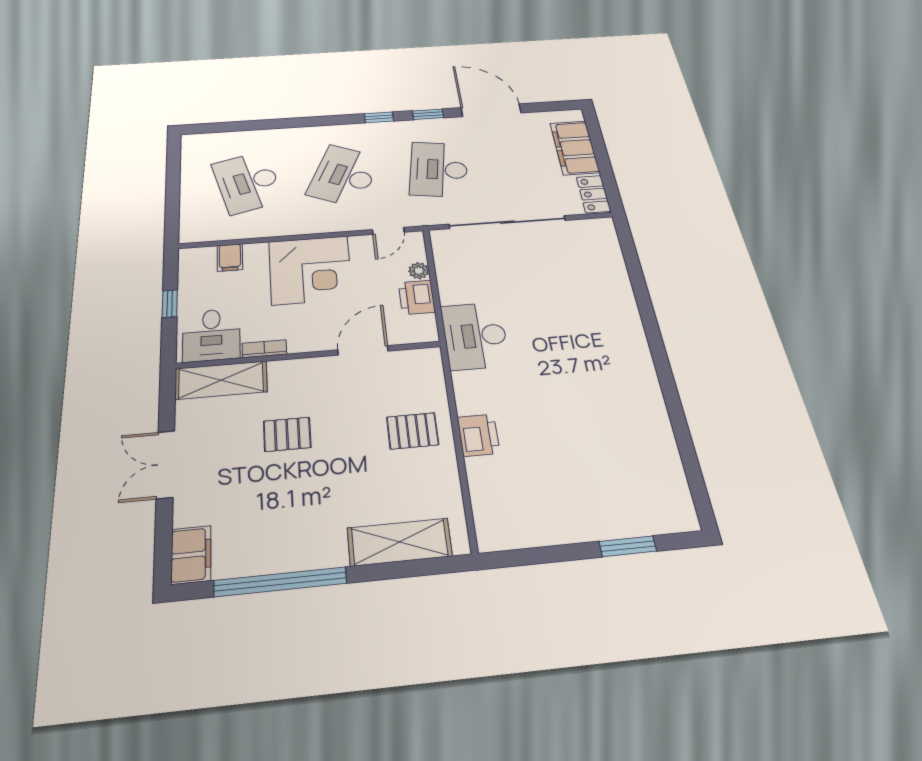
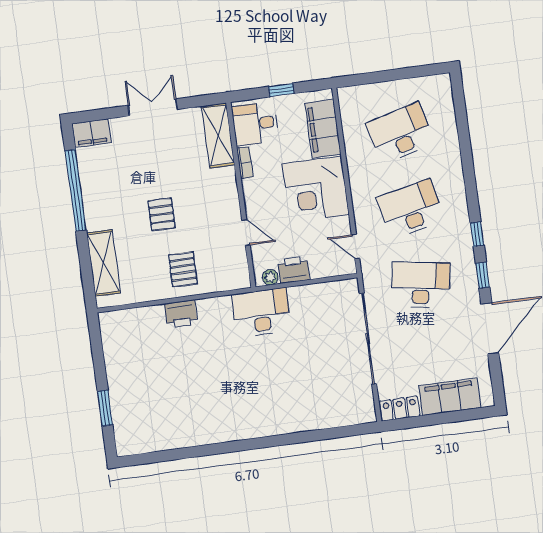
desk: (344, 176) -> (411, 209), turned -36
filing cabinet: (230, 258) -> (323, 129), width x3.00, depth x1.17
plant: (419, 271) -> (270, 277), moved
door: (363, 350) -> (246, 232), width x0.73
pallet: (287, 434) -> (162, 214), moved

